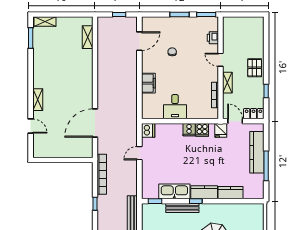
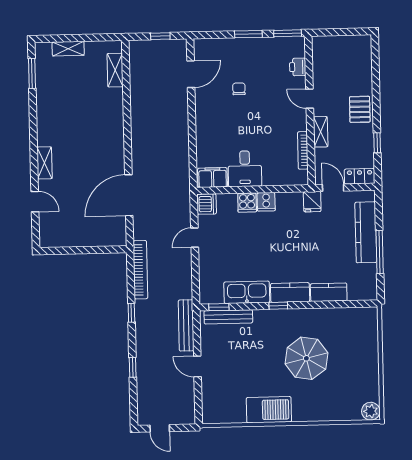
shelving: (45, 22) -> (68, 49), moved
filing cabinet: (148, 83) -> (213, 177), moved, turned -90
cooker: (202, 130) -> (247, 203), moved
bench: (182, 208) -> (228, 317), moved

